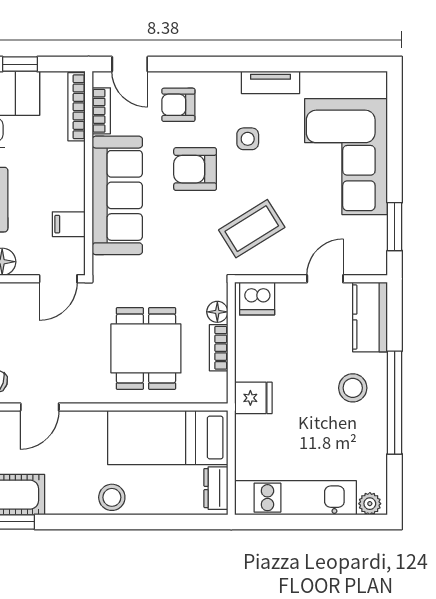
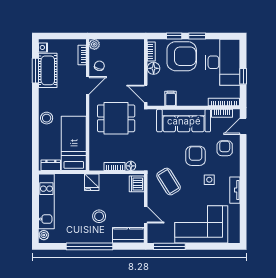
window: (395, 227) -> (169, 246), width x1.44
dining table: (146, 348) -> (116, 118), moved
stool: (353, 388) -> (99, 216), moved
door: (40, 407) -> (88, 85), swing flipped

